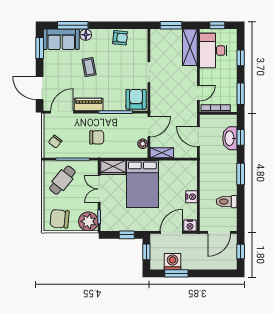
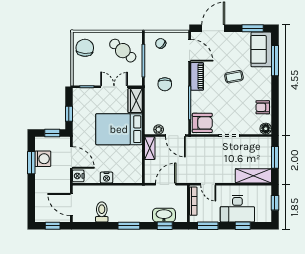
floor lamp: (86, 35) -> (266, 129), moved
armchair: (120, 38) -> (263, 107), turned 84
desk: (213, 51) -> (237, 209), moved, turned 180
plant: (88, 221) -> (82, 76), removed

